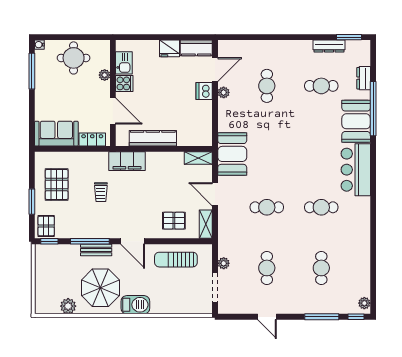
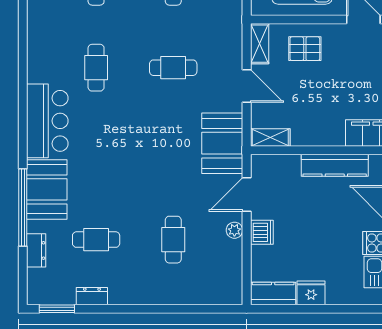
dresser: (329, 46) -> (92, 296), width x0.70
door: (215, 69) -> (247, 195), moved
cafe table: (321, 207) -> (96, 68), turned 90

